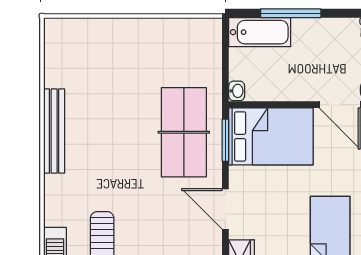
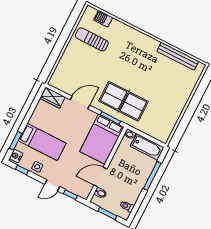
bathtub: (260, 32) -> (147, 147), moved, turned -90
bench: (54, 131) -> (178, 56), moved

